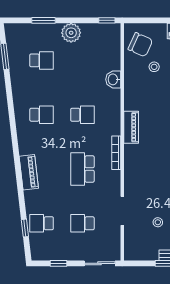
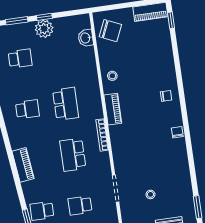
window: (107, 20) -> (44, 17), moved
stool: (154, 67) -> (112, 76), moved
washbasin: (113, 79) -> (86, 38), moved
school desk: (82, 115) -> (66, 104), width x1.85

